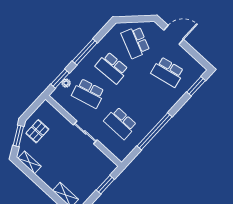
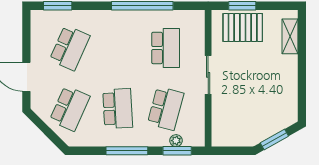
school desk: (168, 72) -> (70, 48), turned 36
school desk: (88, 93) -> (166, 108), turned 30
pallet: (37, 131) -> (243, 27), moved, width x1.50, depth x1.42
shelving: (30, 162) -> (291, 103), removed

